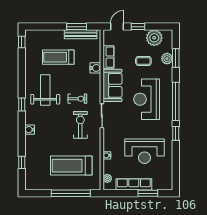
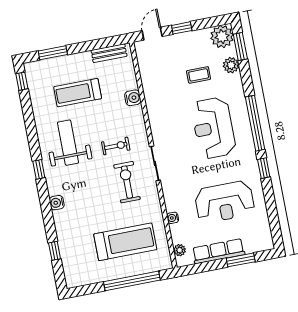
window: (77, 27) -> (53, 53), moved
bench: (81, 34) -> (109, 53), width x0.73
plant: (154, 38) -> (222, 37), moved
row of seats: (109, 57) -> (148, 79), removed
window: (176, 58) -> (240, 47), moved
sofa: (112, 85) -> (162, 118), removed
treadmill: (71, 166) -> (125, 242), turned 180

